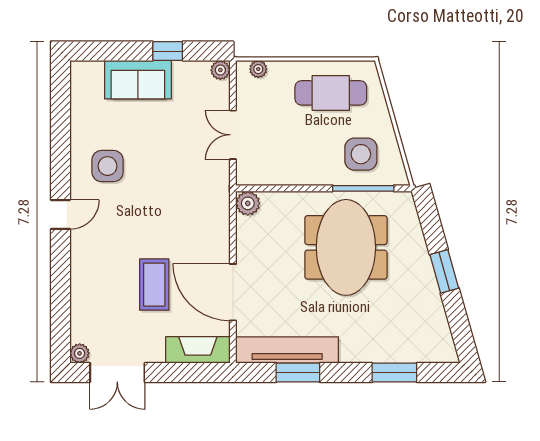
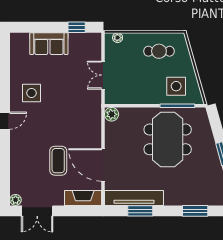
window: (168, 51) -> (77, 27), moved
plant: (220, 70) -> (96, 38), removed
cafe table: (331, 93) -> (159, 51), width x0.73, depth x0.74

